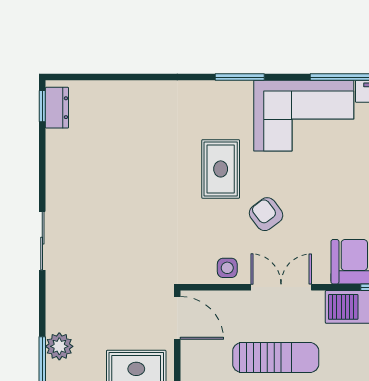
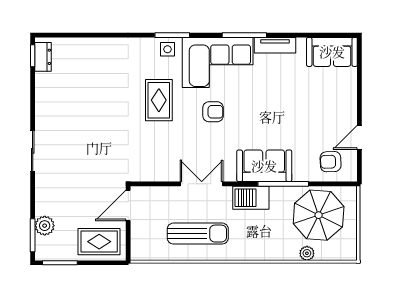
armchair: (266, 214) -> (213, 112), moved, turned 127
side table: (227, 268) -> (167, 49), moved
door: (177, 318) -> (128, 205), swing flipped

